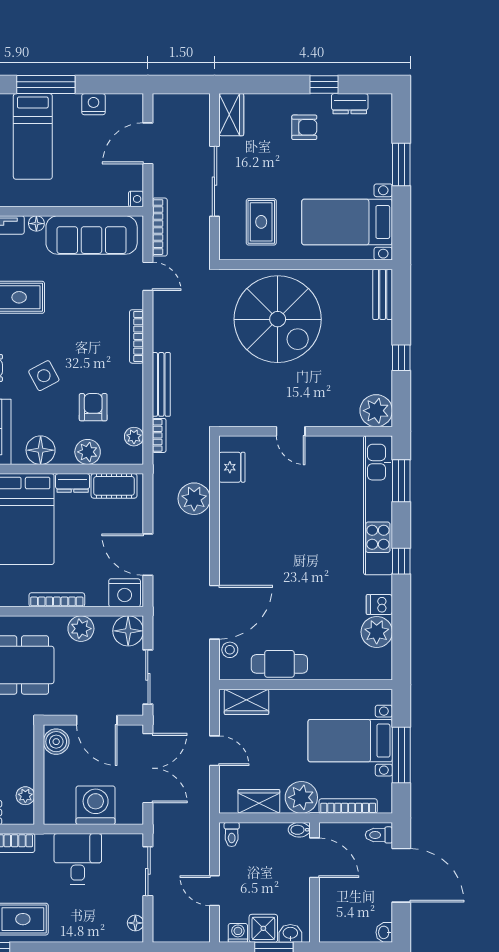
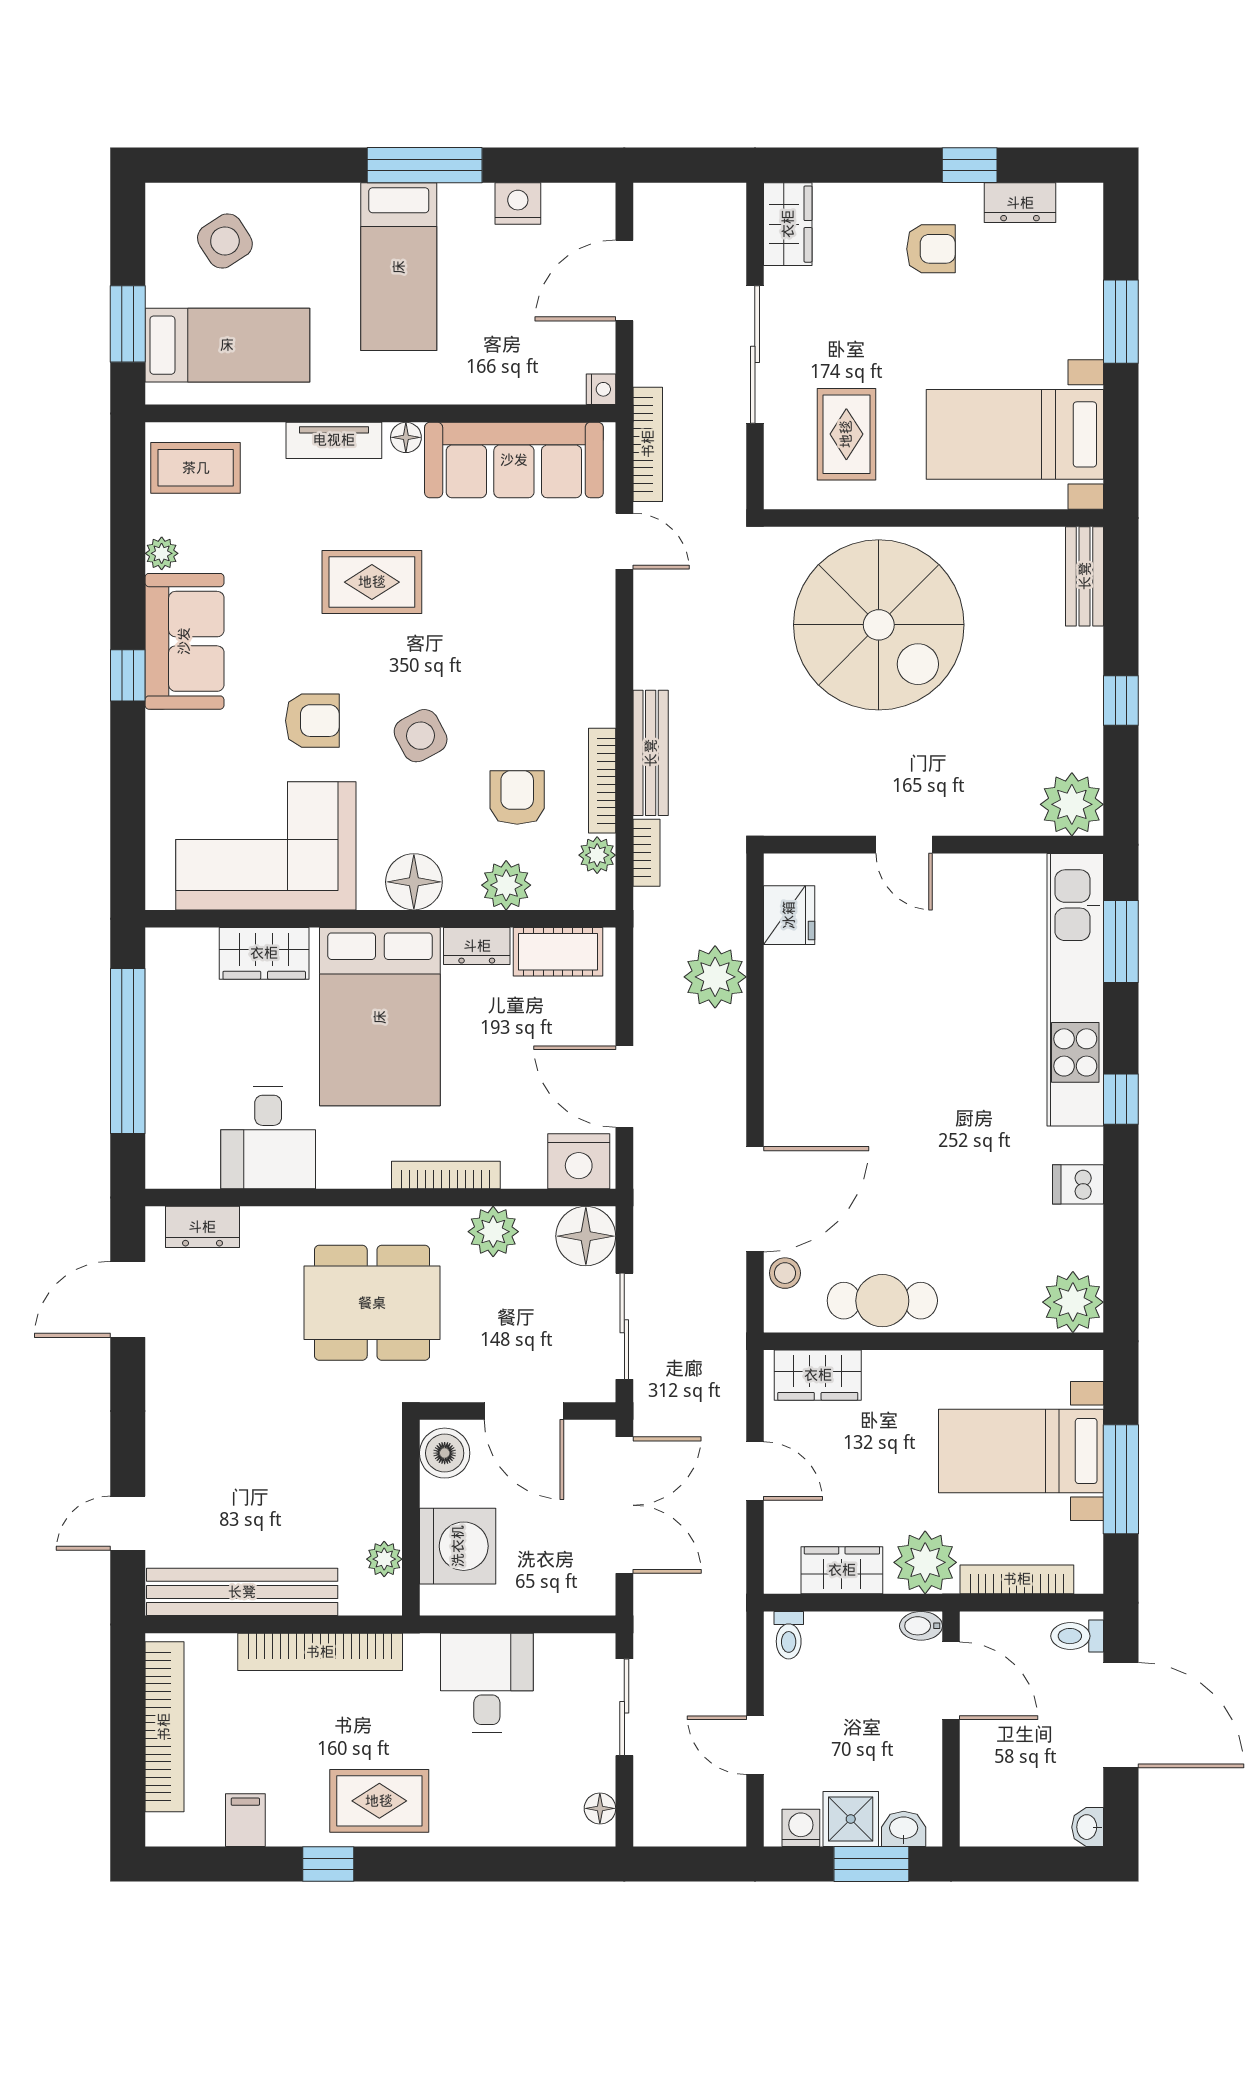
bookcase: (137, 336) -> (602, 781), moved
plant: (377, 632) -> (1073, 1302), moved
washing machine: (96, 805) -> (458, 1546), moved, turned 90

